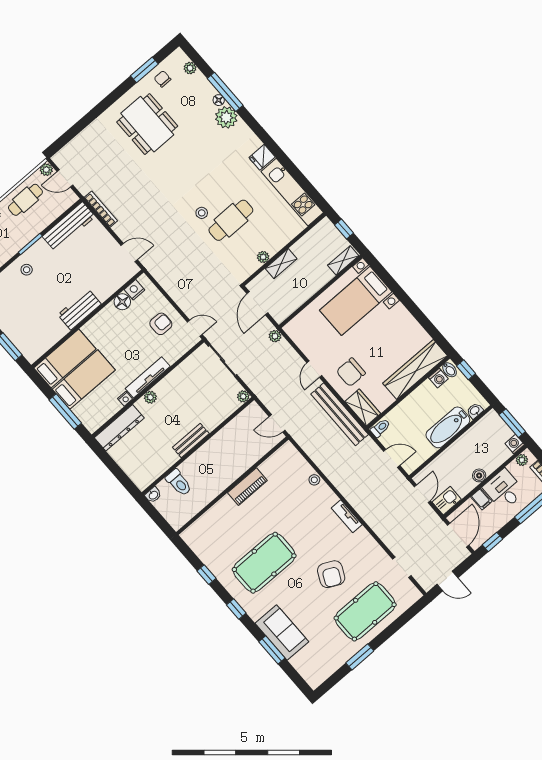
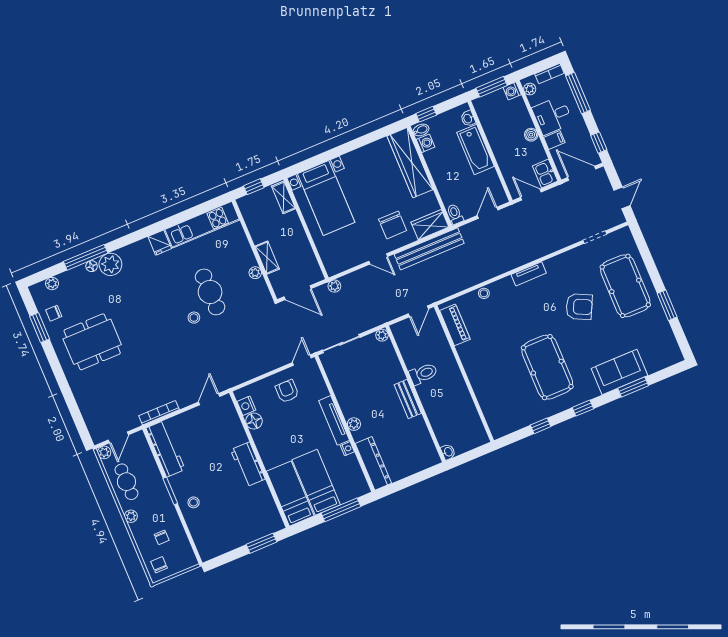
toilet: (179, 483) -> (423, 374), moved
piano: (247, 487) -> (455, 325), moved

